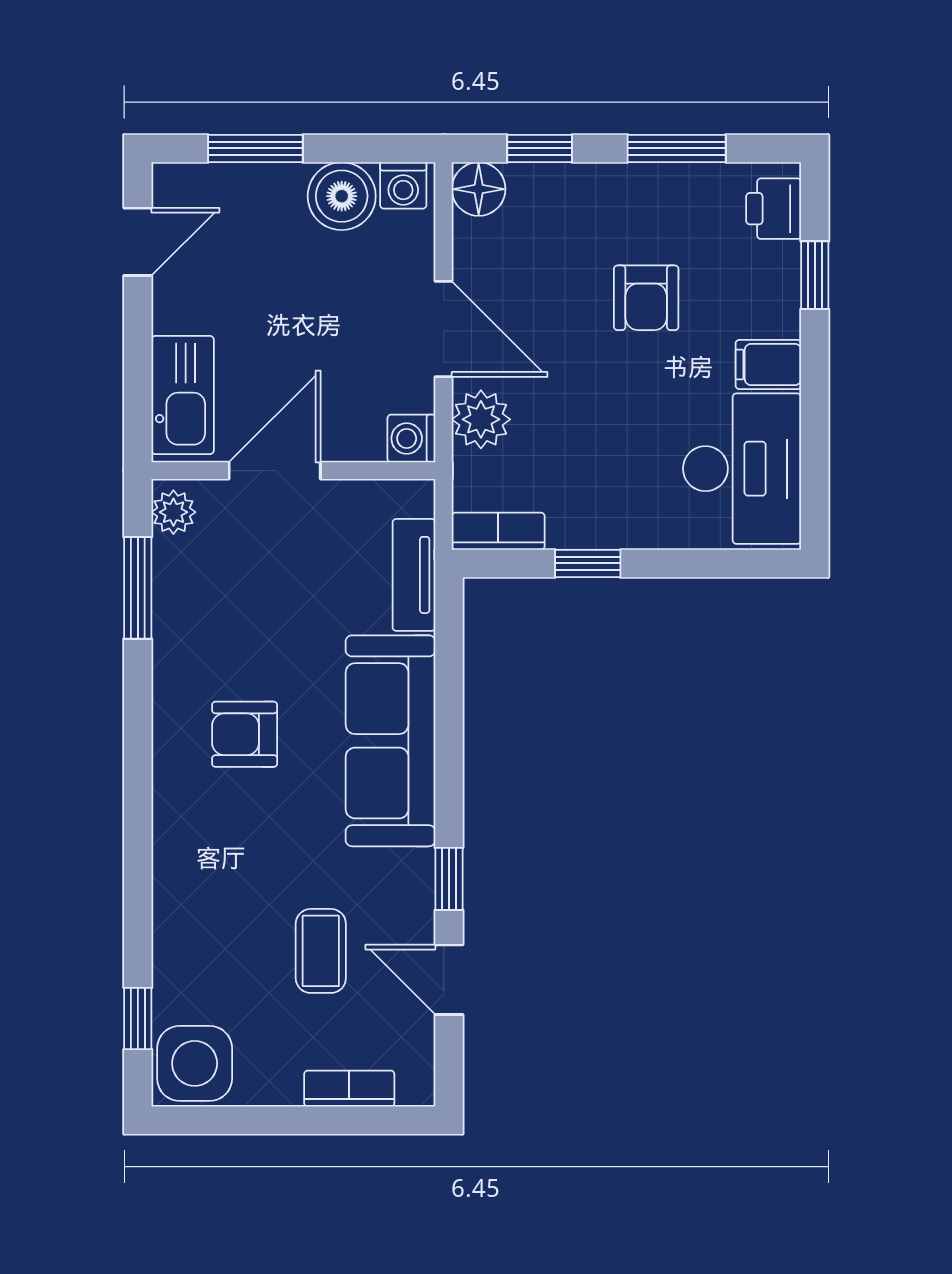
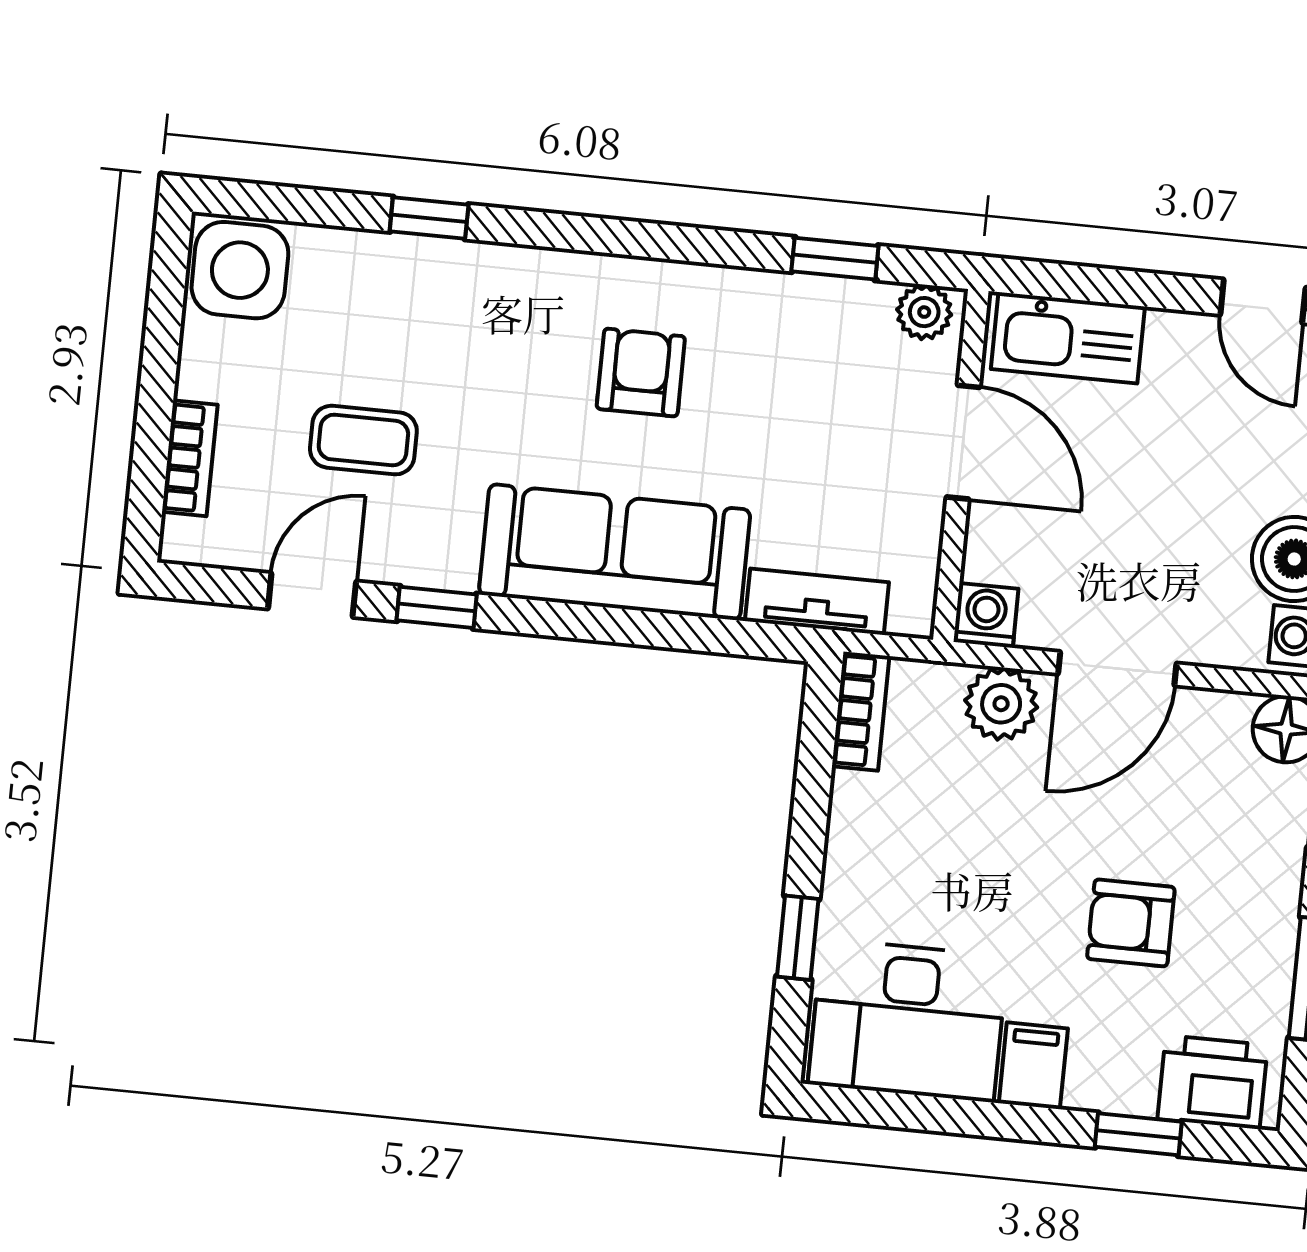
printer: (774, 209) -> (1213, 1082), width x1.36, depth x1.24
window: (588, 563) -> (798, 938), moved
window: (138, 588) -> (835, 259), width x0.67
window: (138, 1019) -> (429, 218), moved

